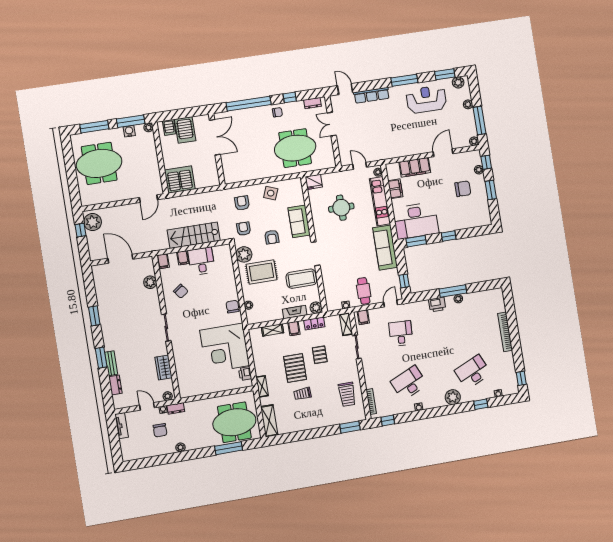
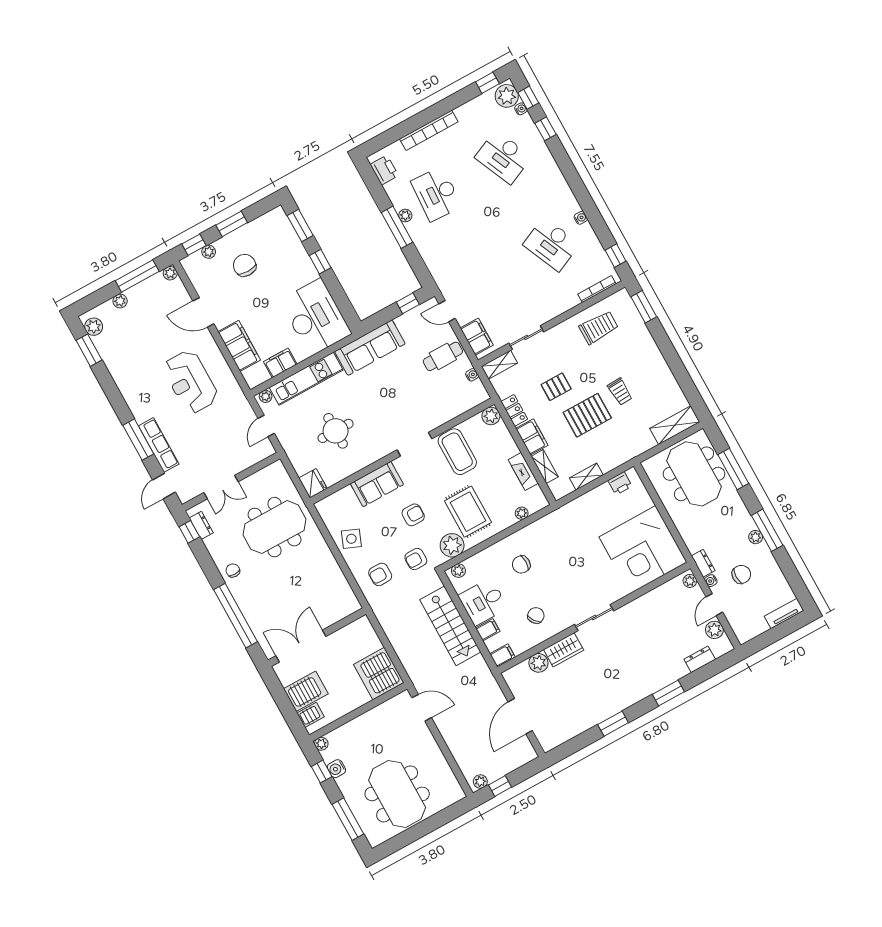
window: (404, 80) -> (138, 440), moved
window: (290, 97) -> (189, 532), moved
reception desk: (426, 99) -> (190, 382), moved
window: (131, 121) -> (322, 772), width x0.46
meeting table: (295, 148) -> (275, 527), turned 90
plant: (93, 222) -> (480, 782), width x0.53, depth x0.53
window: (416, 241) -> (300, 226), moved
plant: (227, 253) -> (458, 571), added
printer: (437, 305) -> (384, 170), moved
chair: (233, 307) -> (521, 564), moved
fireplace: (295, 312) -> (523, 472), moved
filing cabinet: (363, 317) -> (477, 337), width x2.00
filing cabinet: (294, 329) -> (532, 437), width x2.00
desk: (401, 333) -> (436, 194), moved, width x1.37
corner desk: (225, 348) -> (643, 550), moved, turned 90
bench: (111, 363) -> (671, 676), removed
wardrobe: (164, 367) -> (564, 650), moved
shelving: (262, 386) -> (586, 477), moved
plant: (453, 397) -> (507, 96), moved
window: (503, 400) -> (528, 98), added
plant: (131, 401) -> (714, 630), added
tv unit: (122, 426) -> (784, 613), moved
window: (182, 456) -> (767, 530), added

